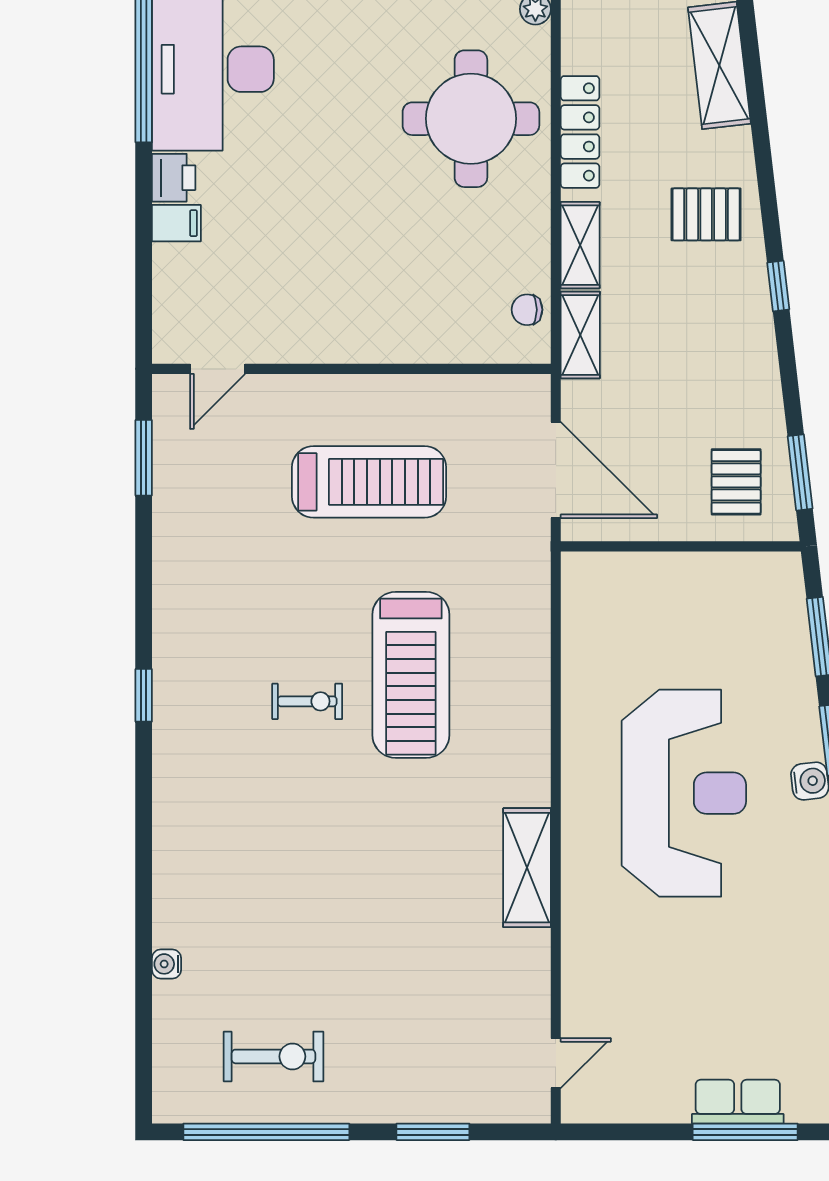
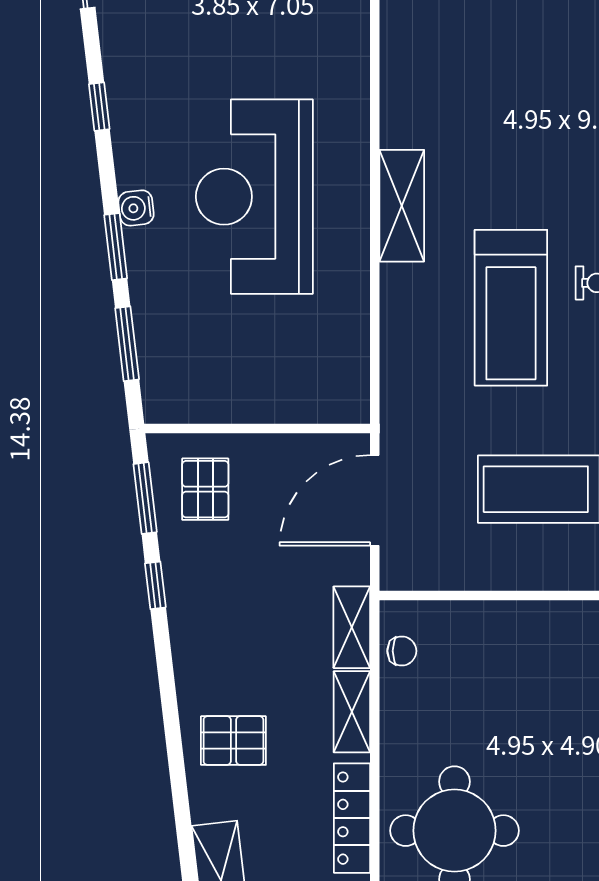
window: (778, 286) -> (155, 585), moved
door: (556, 470) -> (375, 500), hinge flipped
treadmill: (411, 675) -> (511, 308), turned 180
shelving: (527, 868) -> (402, 206), moved

